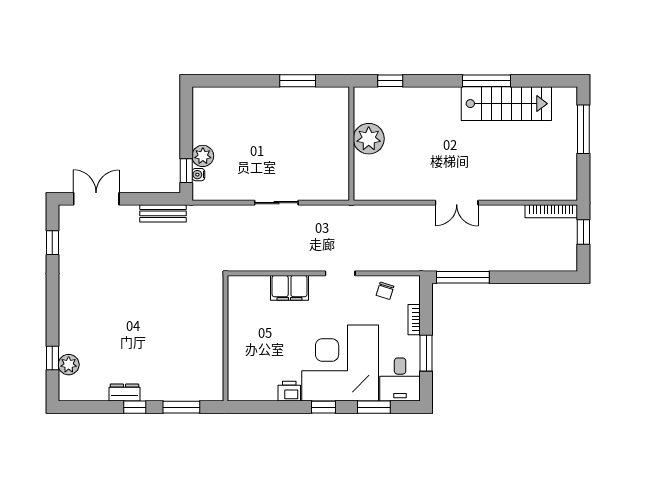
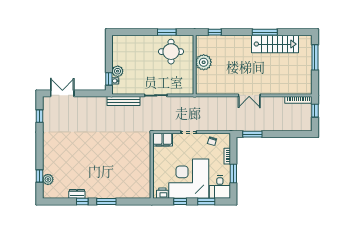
round table: (306, 118) -> (171, 52), added
bench: (163, 213) -> (124, 101), moved, width x1.36
window: (463, 277) -> (252, 134), width x0.69
wall: (225, 338) -> (152, 166), moved

